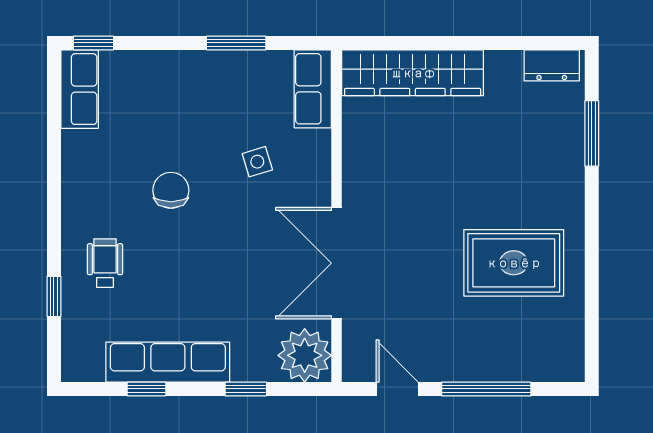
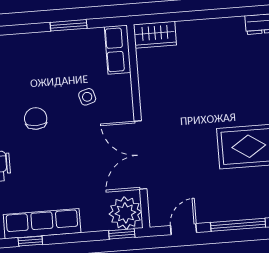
wardrobe: (413, 73) -> (155, 35), width x0.48, depth x0.85
window: (246, 389) -> (122, 234), moved
door: (397, 389) -> (184, 229), hinge flipped

